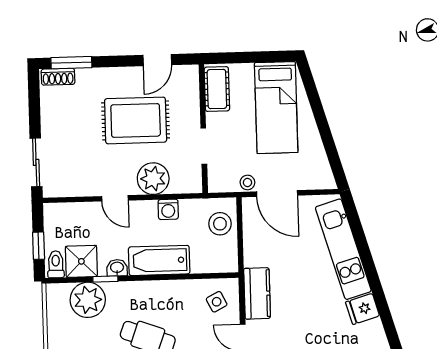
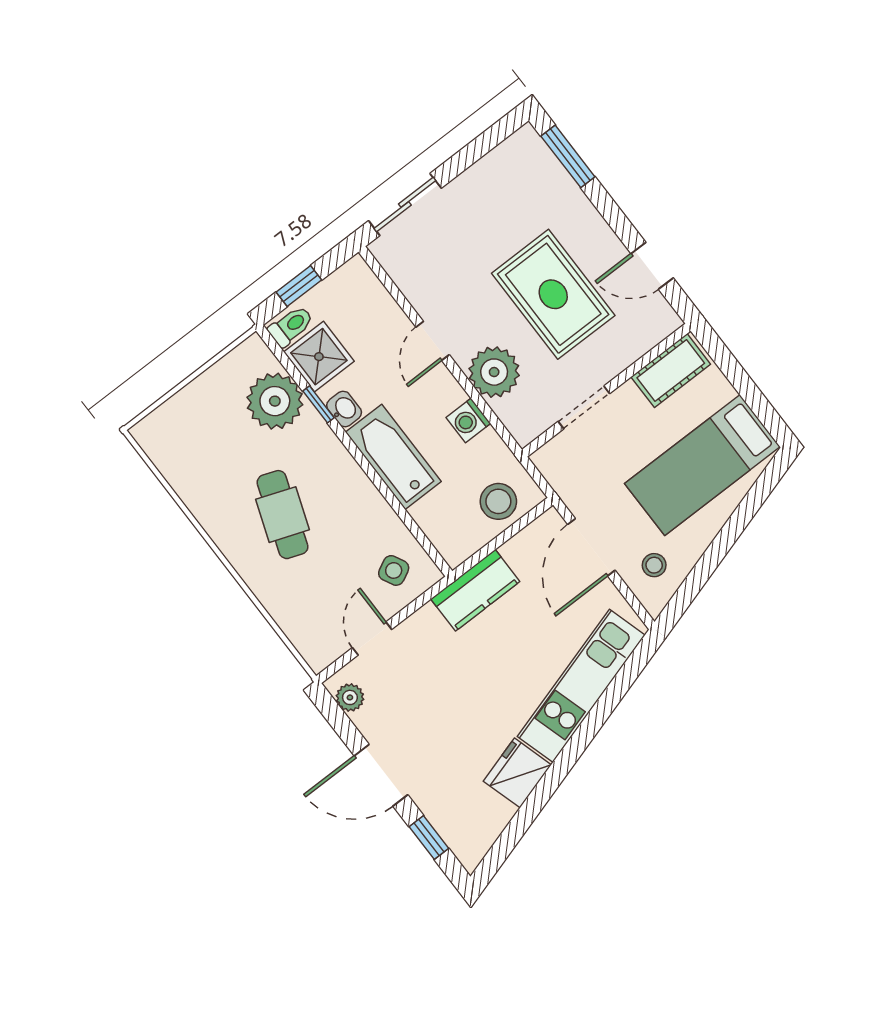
shoe rack: (58, 77) -> (537, 152), removed
stool: (247, 182) -> (654, 565), moved
kitchen counter: (257, 293) -> (475, 590), moved
fridge: (362, 309) -> (517, 773), width x1.38

